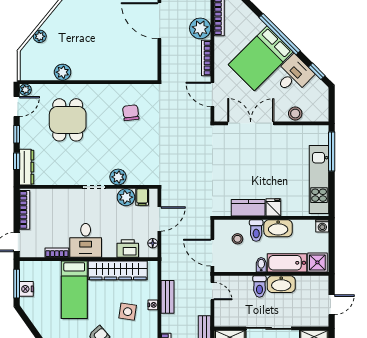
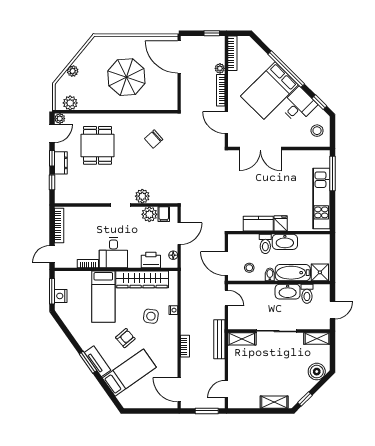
plant: (200, 28) -> (220, 68), width x0.53, depth x0.53
parasol: (100, 43) -> (126, 77), added
plant: (63, 72) -> (70, 103), moved
chair: (131, 113) -> (154, 139), turned -125
stool: (295, 114) -> (317, 131), moved
double door: (251, 123) -> (260, 149), swing flipped
dresser: (27, 167) -> (61, 163), moved, width x0.70
washing machine: (322, 226) -> (324, 240), removed
stool: (237, 239) -> (249, 268), moved
toilet: (259, 286) -> (307, 294), moved
bench: (167, 297) -> (186, 303), removed

